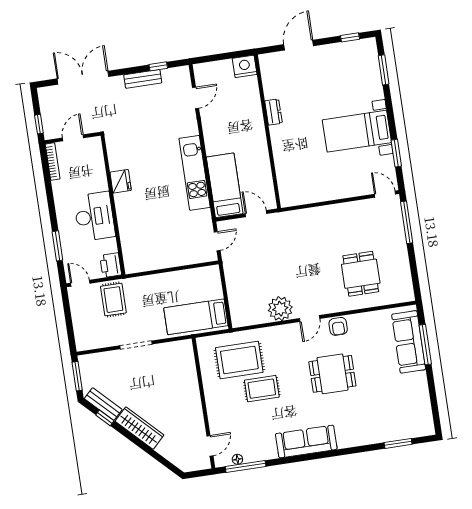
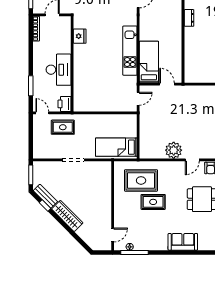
fridge: (121, 181) -> (80, 36), moved
rug: (113, 300) -> (63, 127), turned 90
sofa: (306, 441) -> (183, 242), width x0.73

